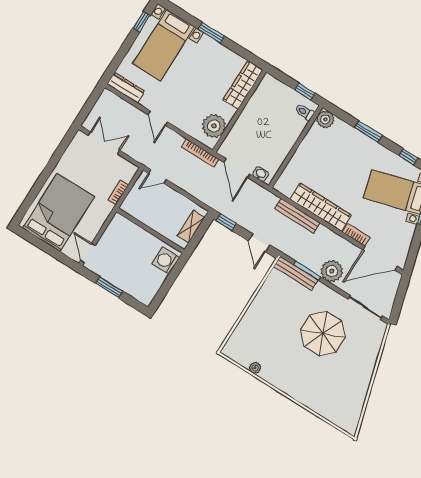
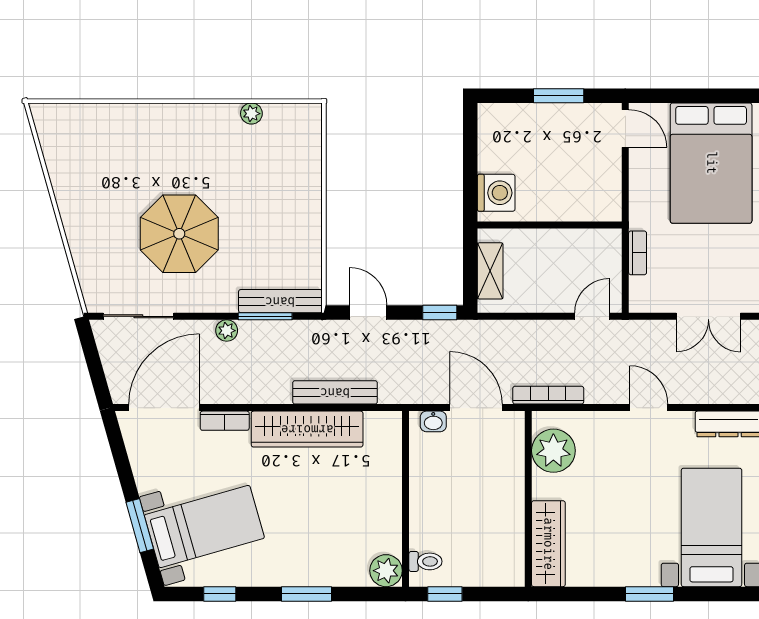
plant: (332, 271) -> (227, 331), width x0.53, depth x0.53

